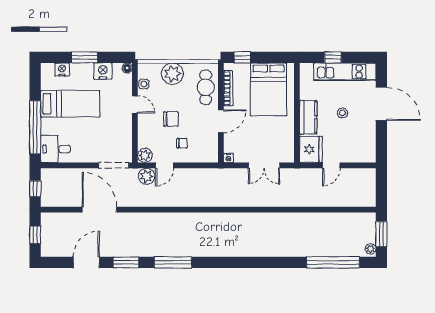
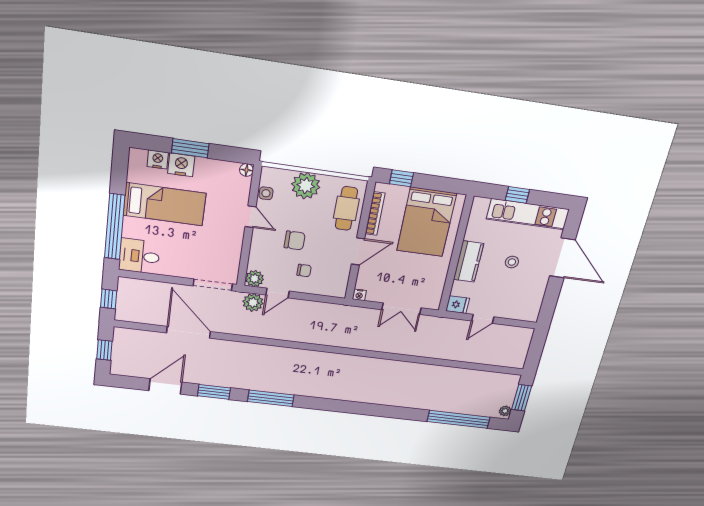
nightstand: (103, 71) -> (181, 165), moved
fridge: (311, 149) -> (458, 305), width x0.53, depth x0.75

